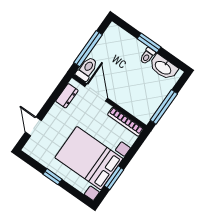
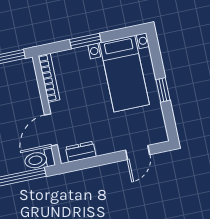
bed with nightstands: (89, 158) -> (124, 74), width x0.73
window: (114, 178) -> (85, 41), moved

